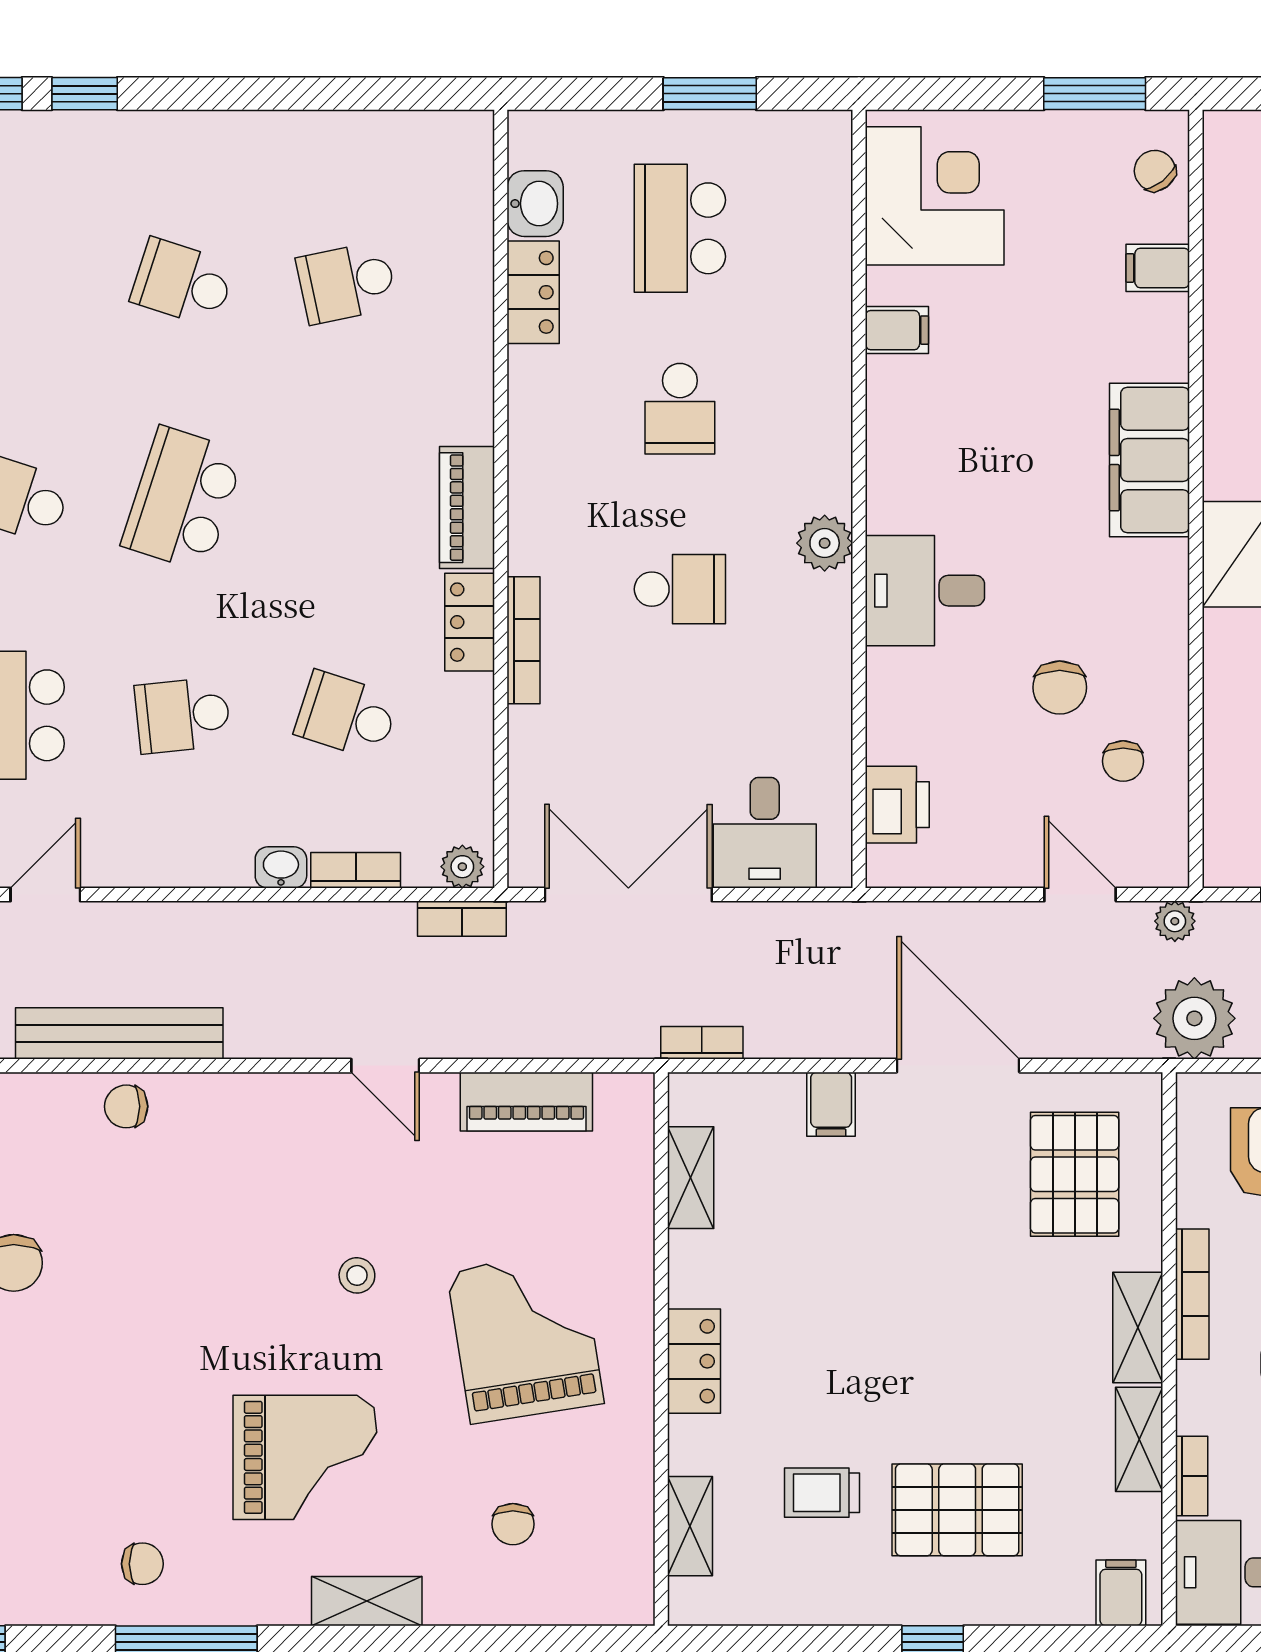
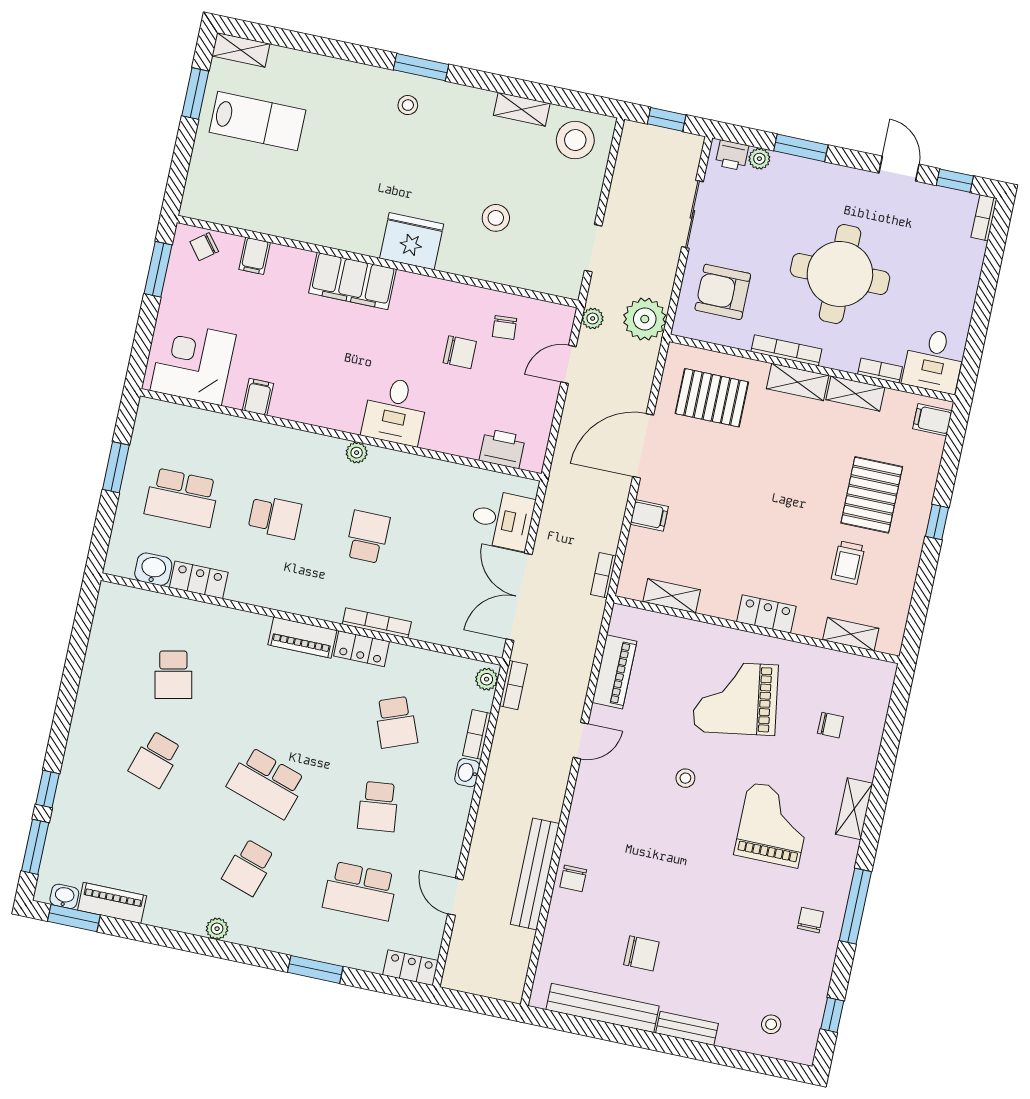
plant: (825, 543) -> (357, 453), width x0.73, depth x0.73
school desk: (347, 715) -> (396, 722), turned -39
chair: (1123, 761) -> (505, 328), turned 86

